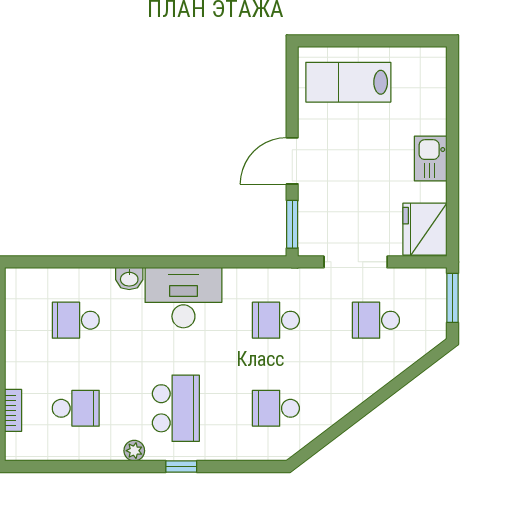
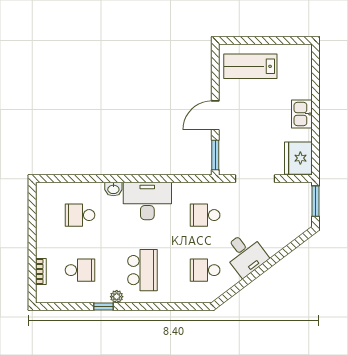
school desk: (376, 320) -> (268, 215), removed
desk: (340, 383) -> (245, 254), added
window: (181, 467) -> (103, 306), moved

